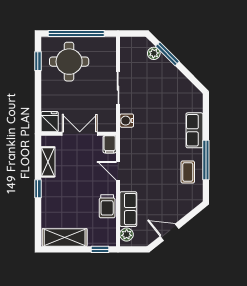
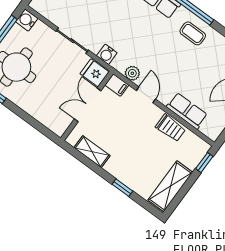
water cooler: (109, 44) -> (27, 20), added
fridge: (50, 122) -> (95, 73), moved
door: (118, 171) -> (146, 95), swing flipped
window: (38, 189) -> (122, 188), moved
plant: (127, 234) -> (132, 73), moved

